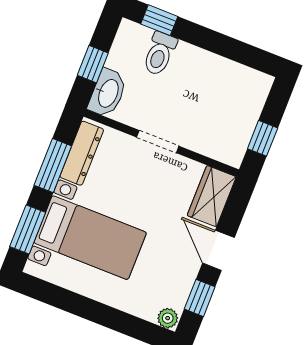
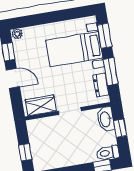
toilet: (160, 54) -> (108, 153), moved, turned -90
window: (263, 138) -> (25, 152), moved
dresser: (82, 153) -> (101, 85), width x0.70
wardrobe: (212, 196) -> (41, 105), moved, turned -90

